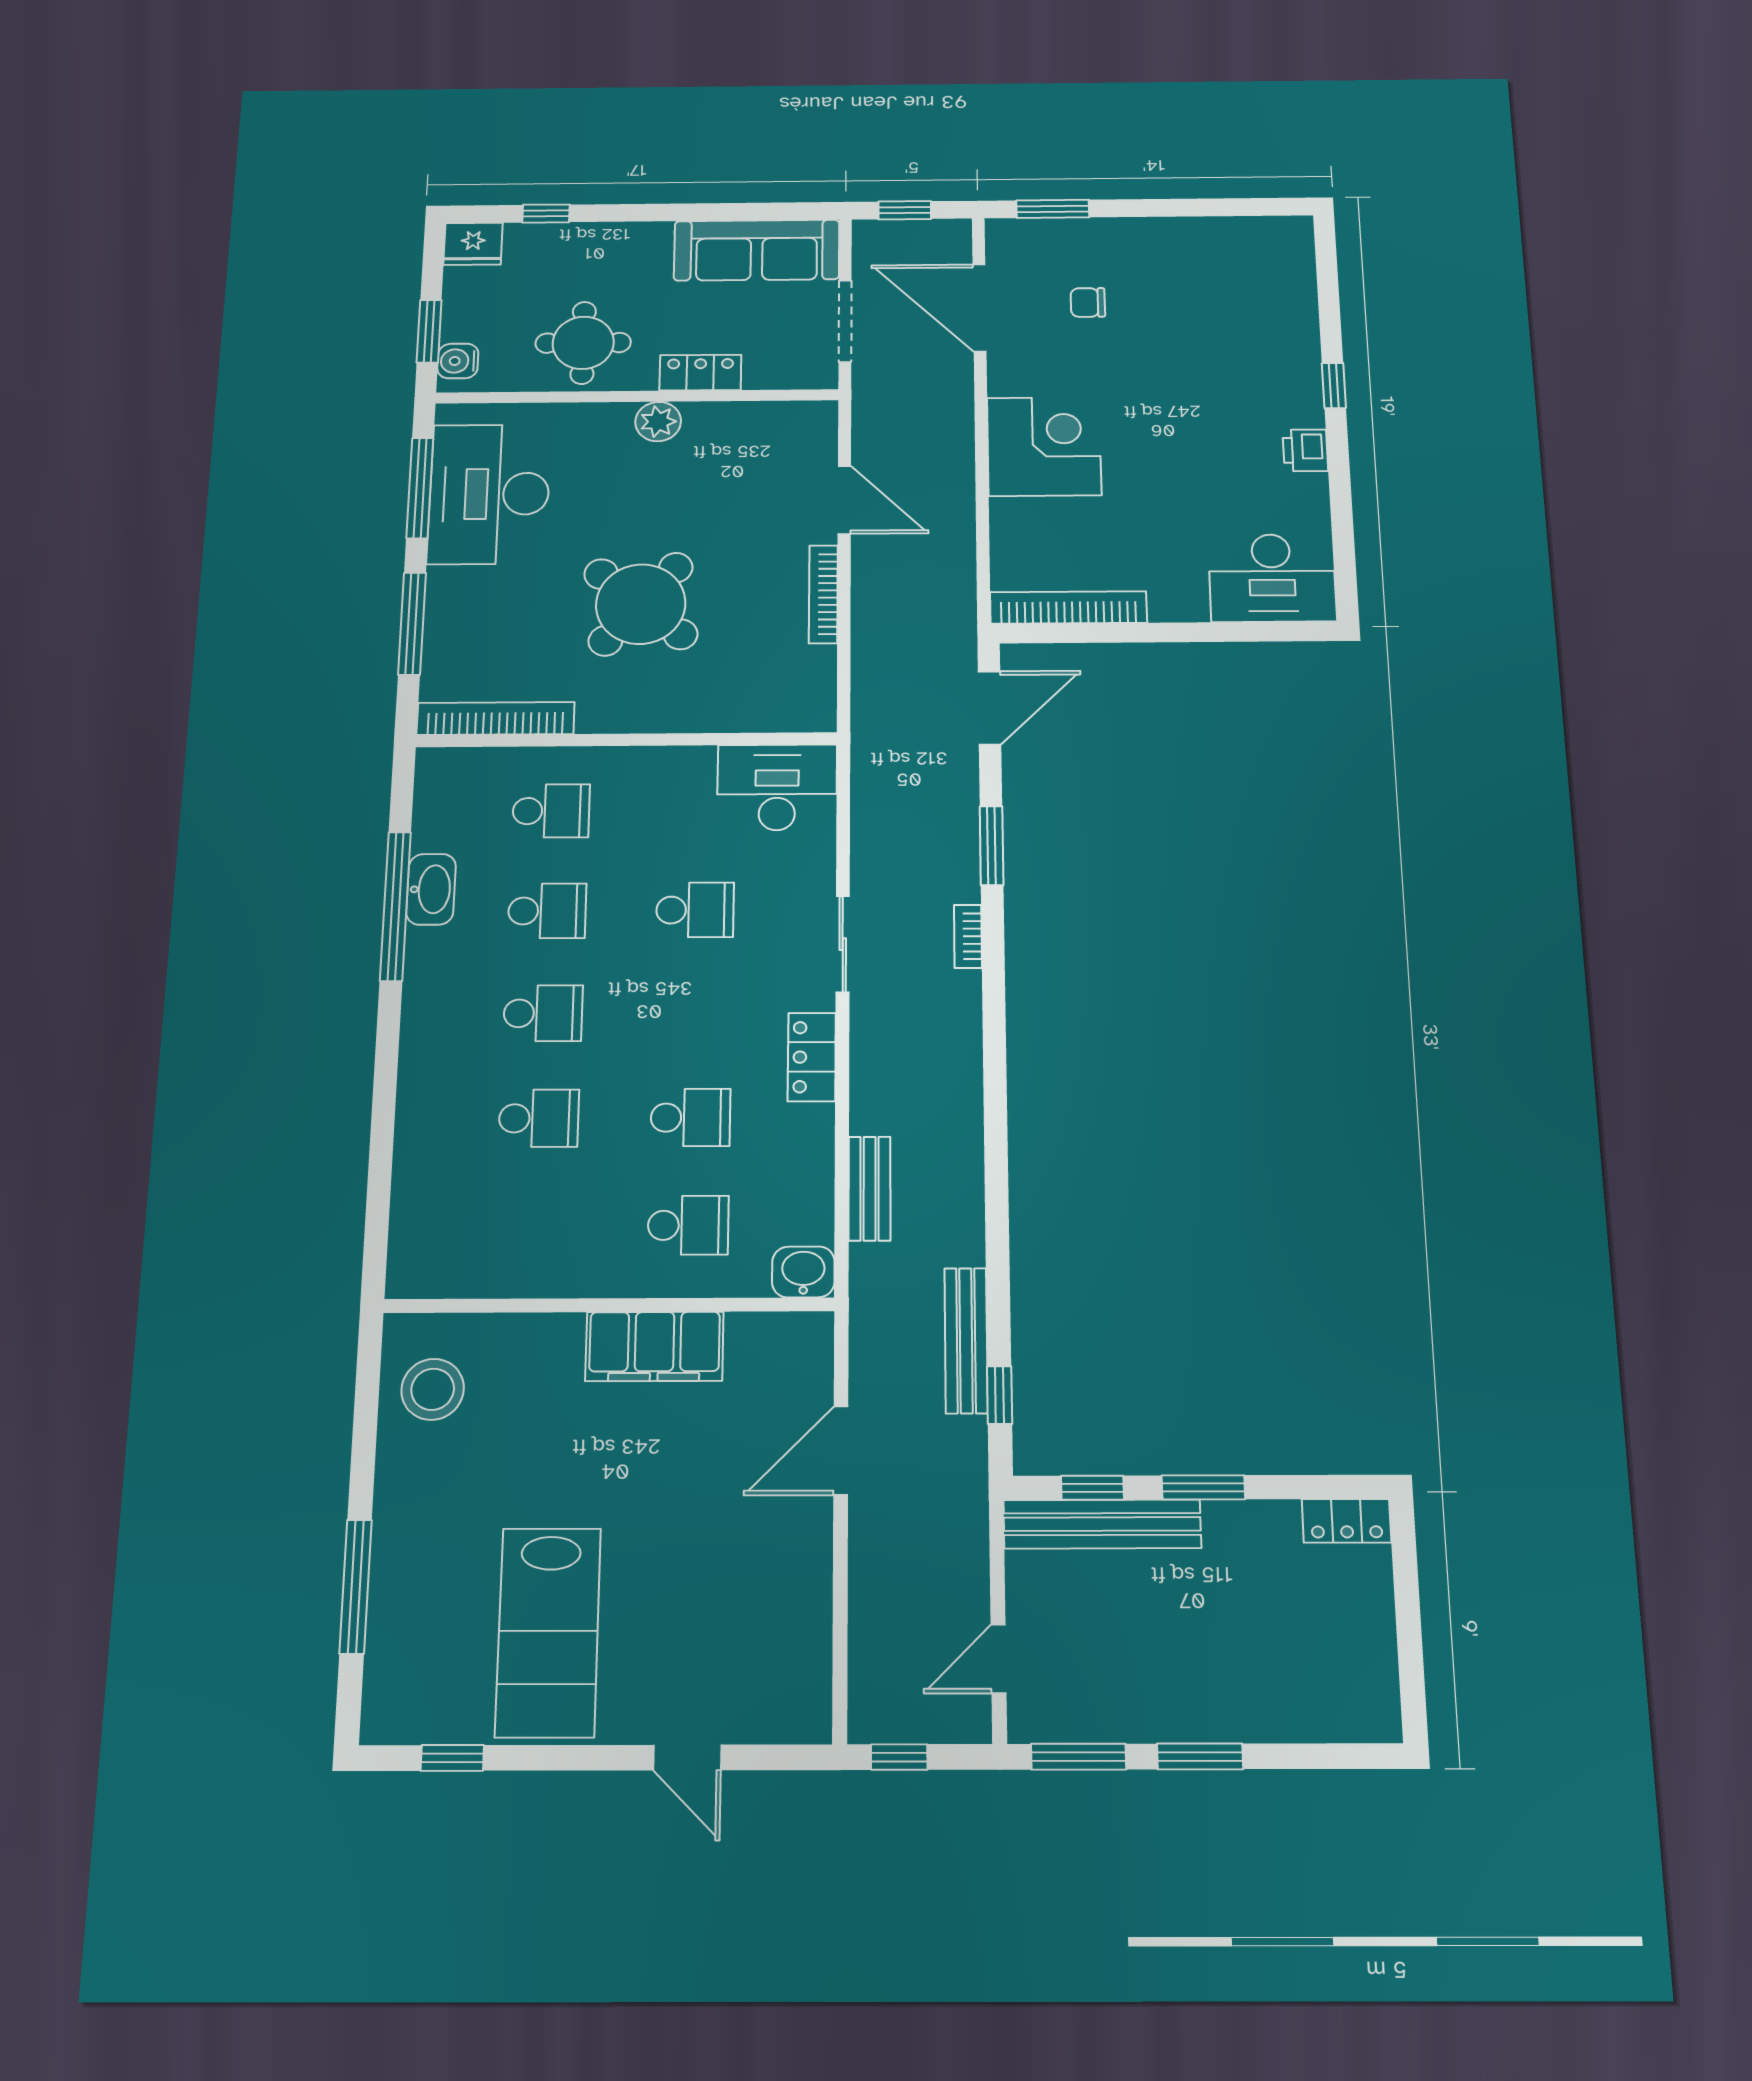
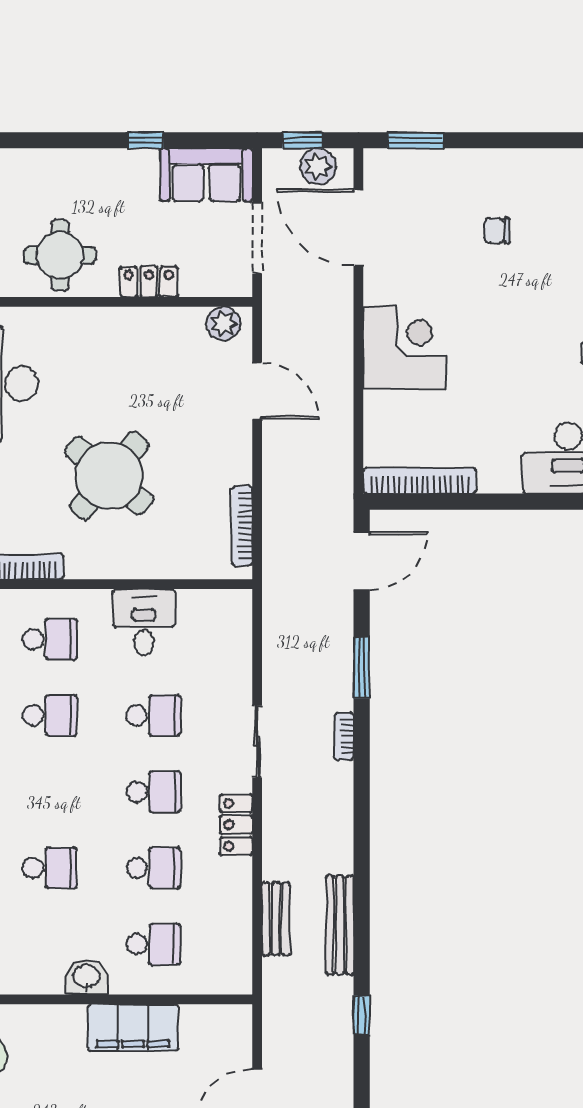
window: (546, 214) -> (145, 140), moved
plant: (925, 239) -> (318, 166), added
sofa: (757, 250) -> (206, 175), width x0.73
chair: (1088, 302) -> (497, 231), moved
plant: (658, 422) -> (223, 324), moved
bookcase: (823, 594) -> (242, 526), moved
desk: (777, 787) -> (144, 622), moved, width x0.73
school desk: (543, 1013) -> (154, 792), moved
washbasin: (803, 1272) -> (86, 977), moved
bench: (966, 1340) -> (340, 925), moved
window: (1000, 1395) -> (362, 1015), moved

